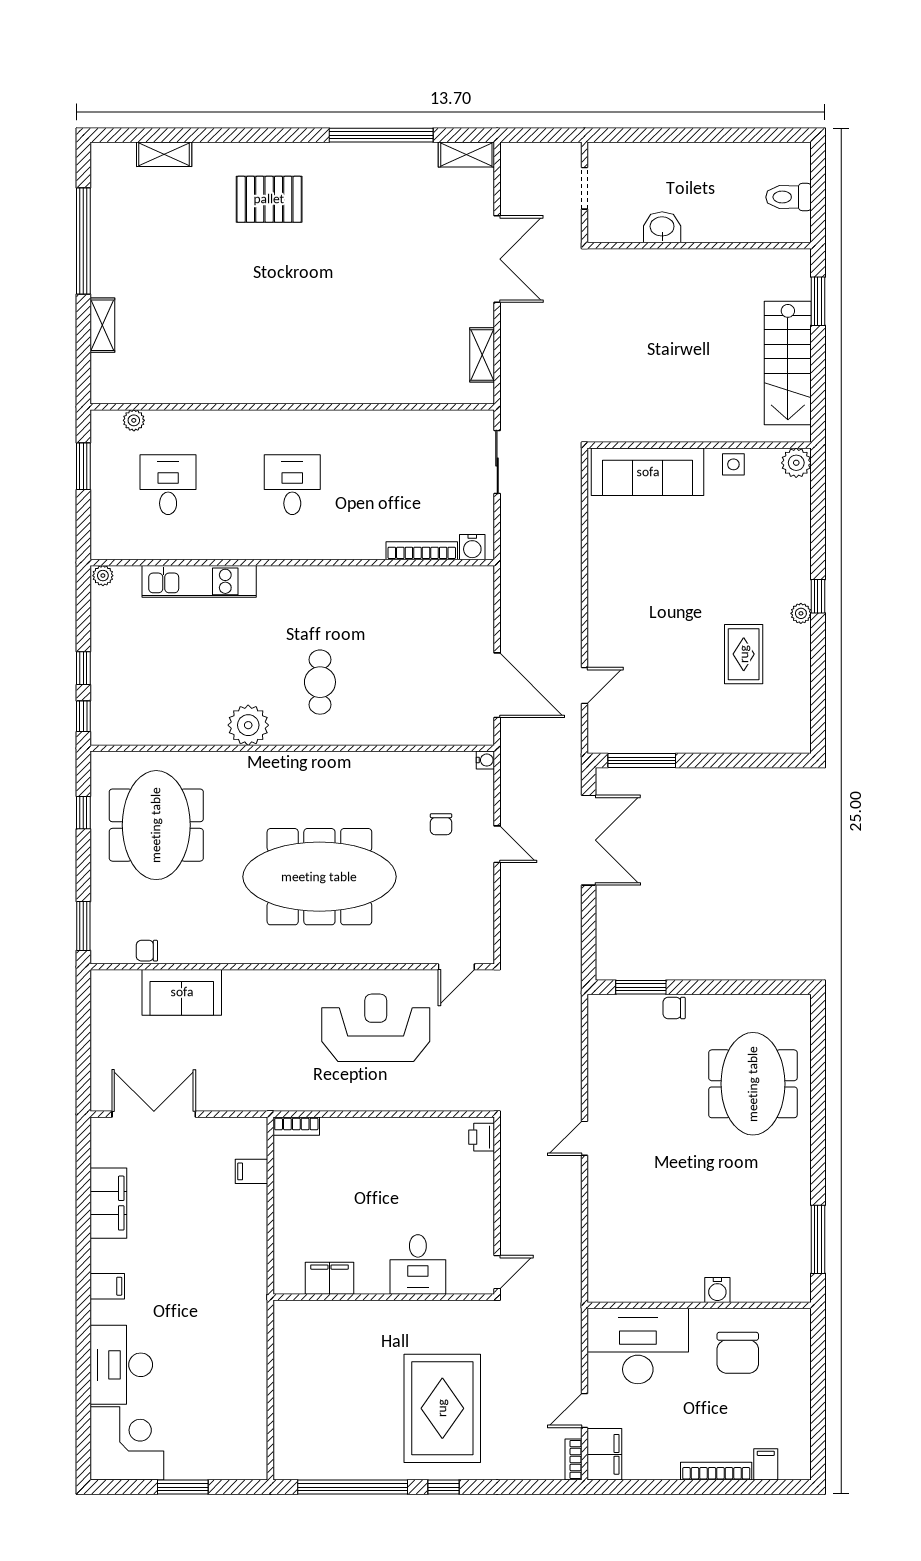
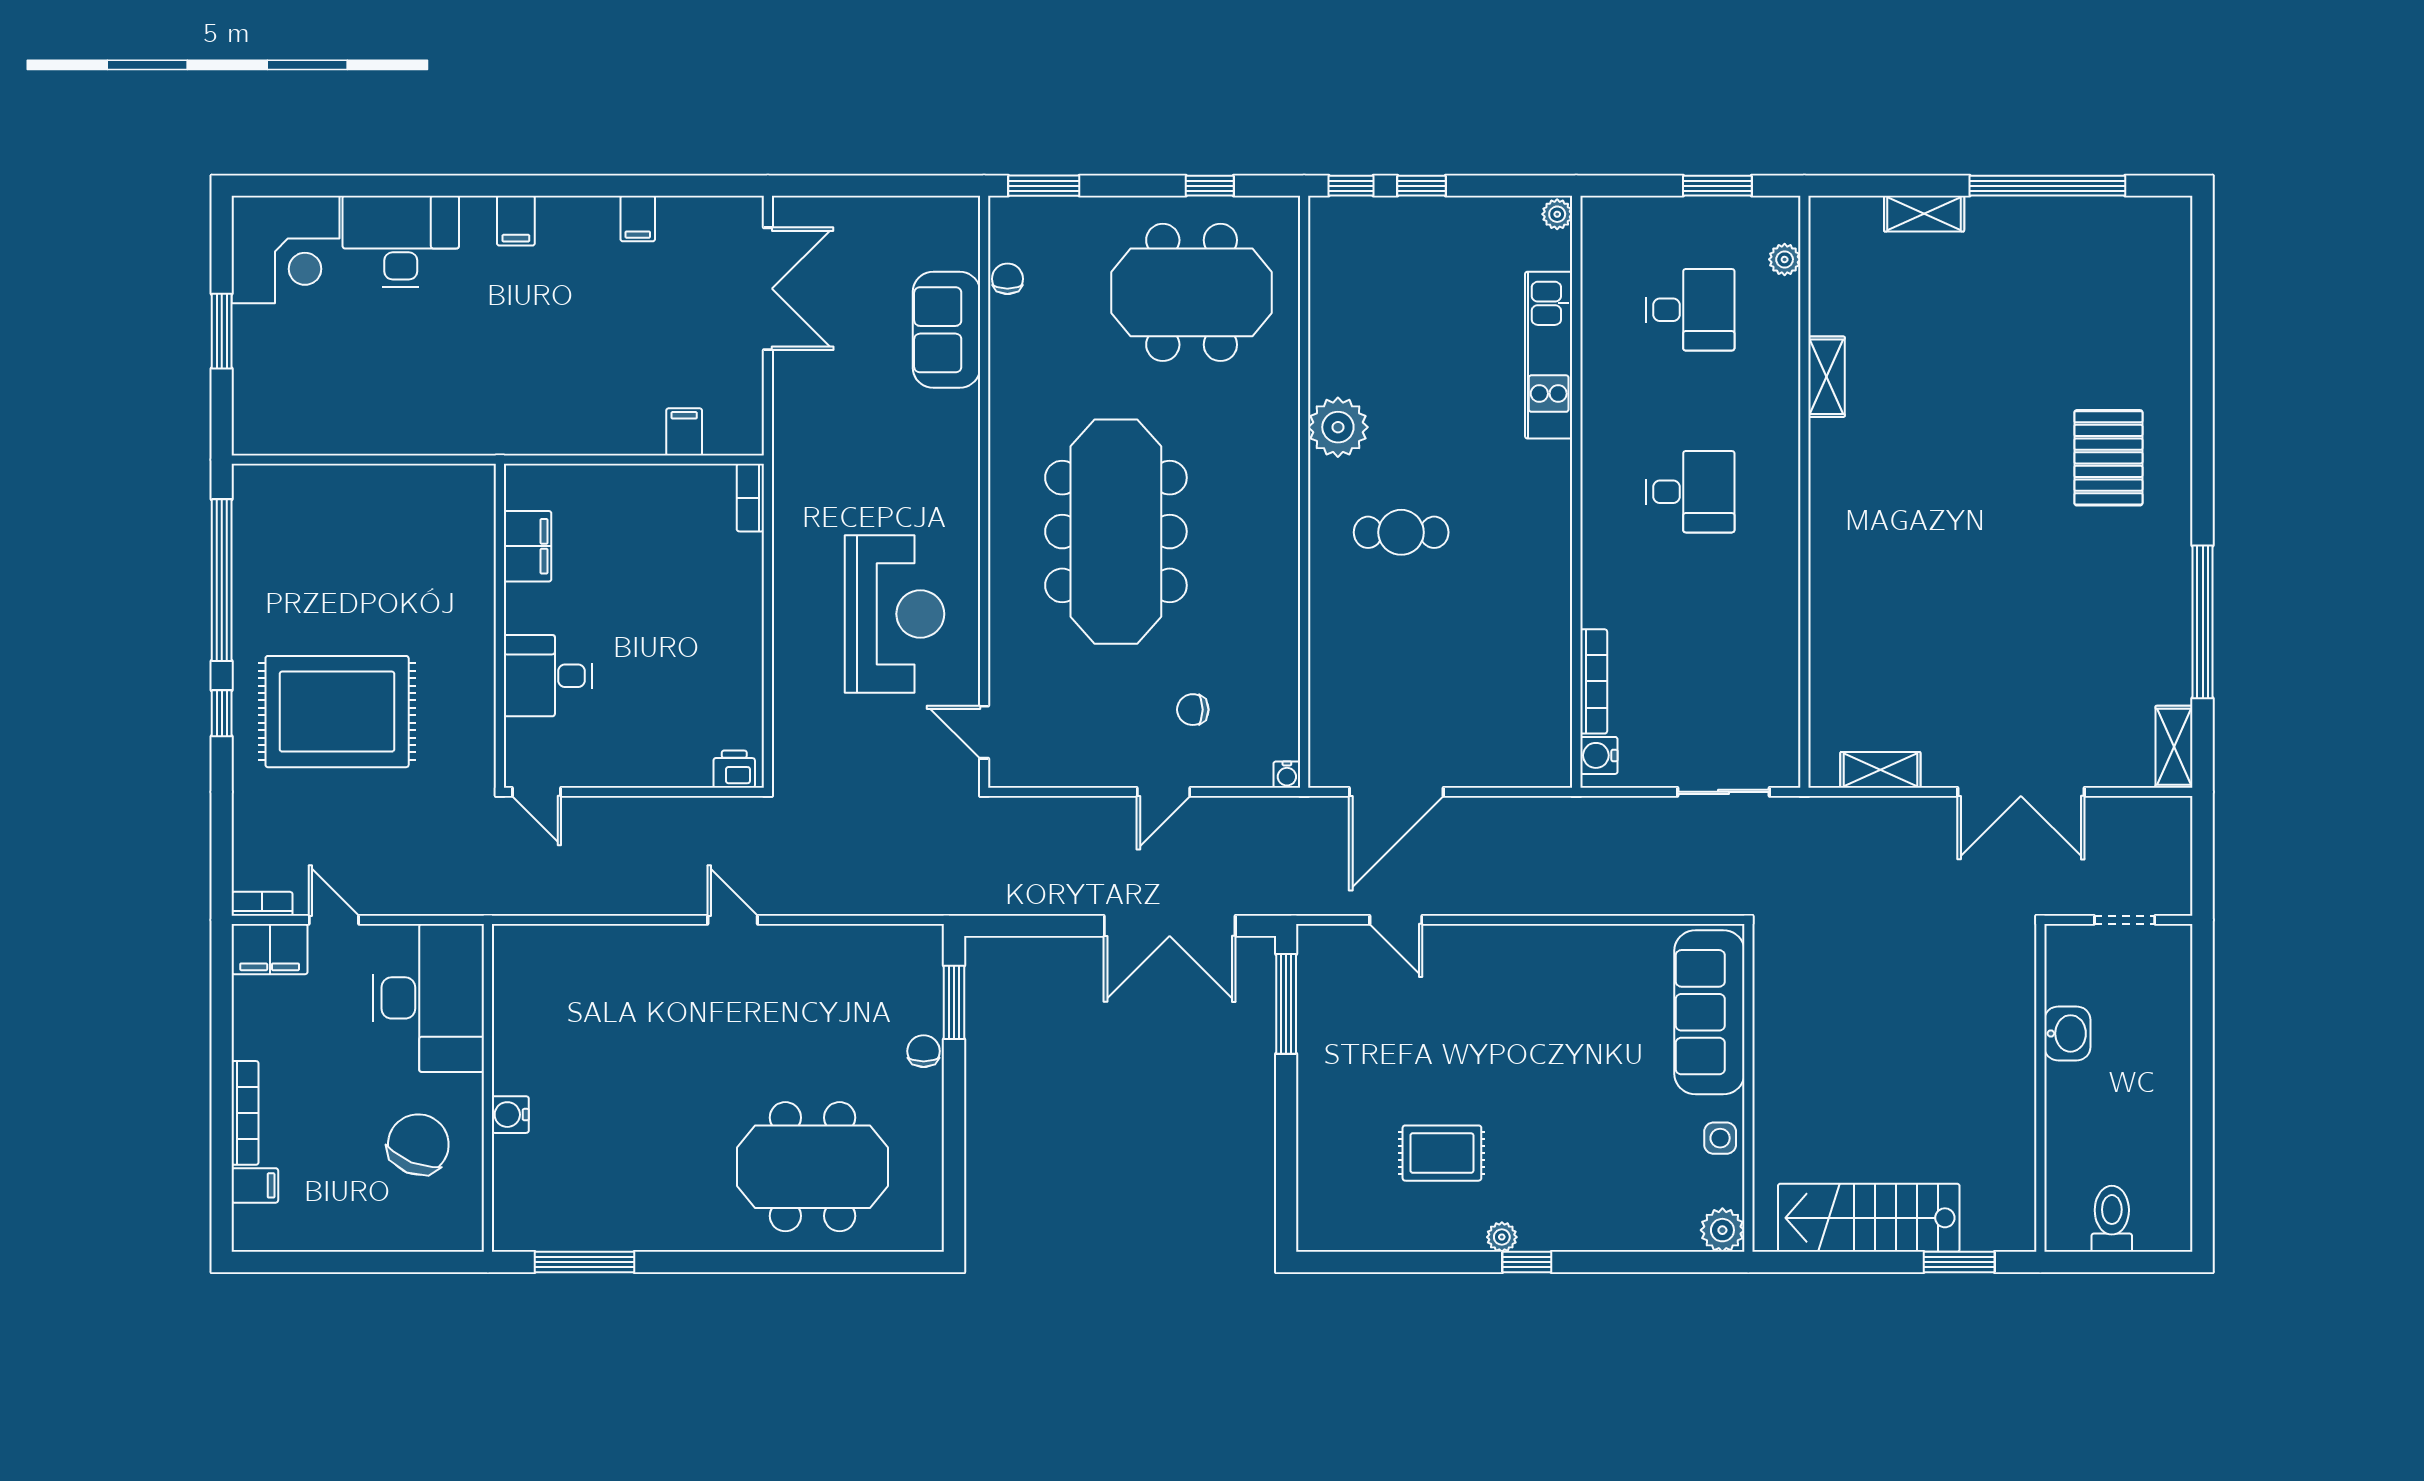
shelving: (164, 154) -> (1826, 377), moved
filing cabinet: (108, 1203) -> (638, 219), width x0.33, depth x0.86
chair: (738, 1353) -> (418, 1144), turned 112

